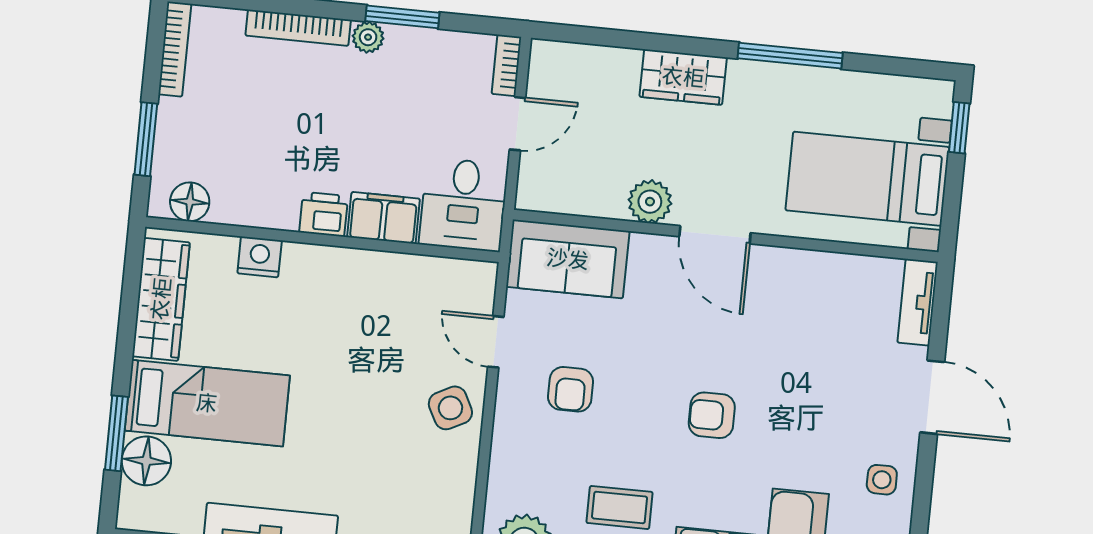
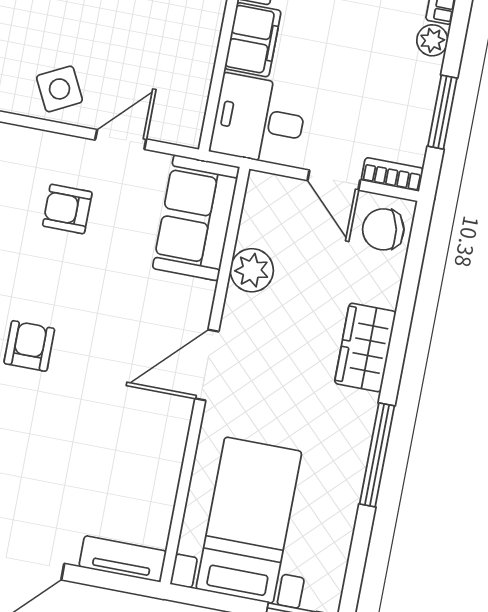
window: (402, 17) -> (442, 112), moved
chair: (563, 70) -> (383, 229), added
plant: (650, 202) -> (252, 270), moved

